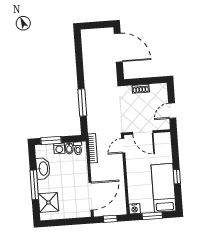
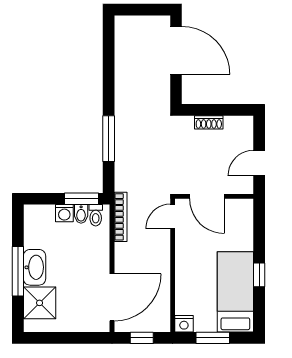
window: (51, 140) -> (81, 199), moved
washbasin: (43, 169) -> (35, 267), moved

